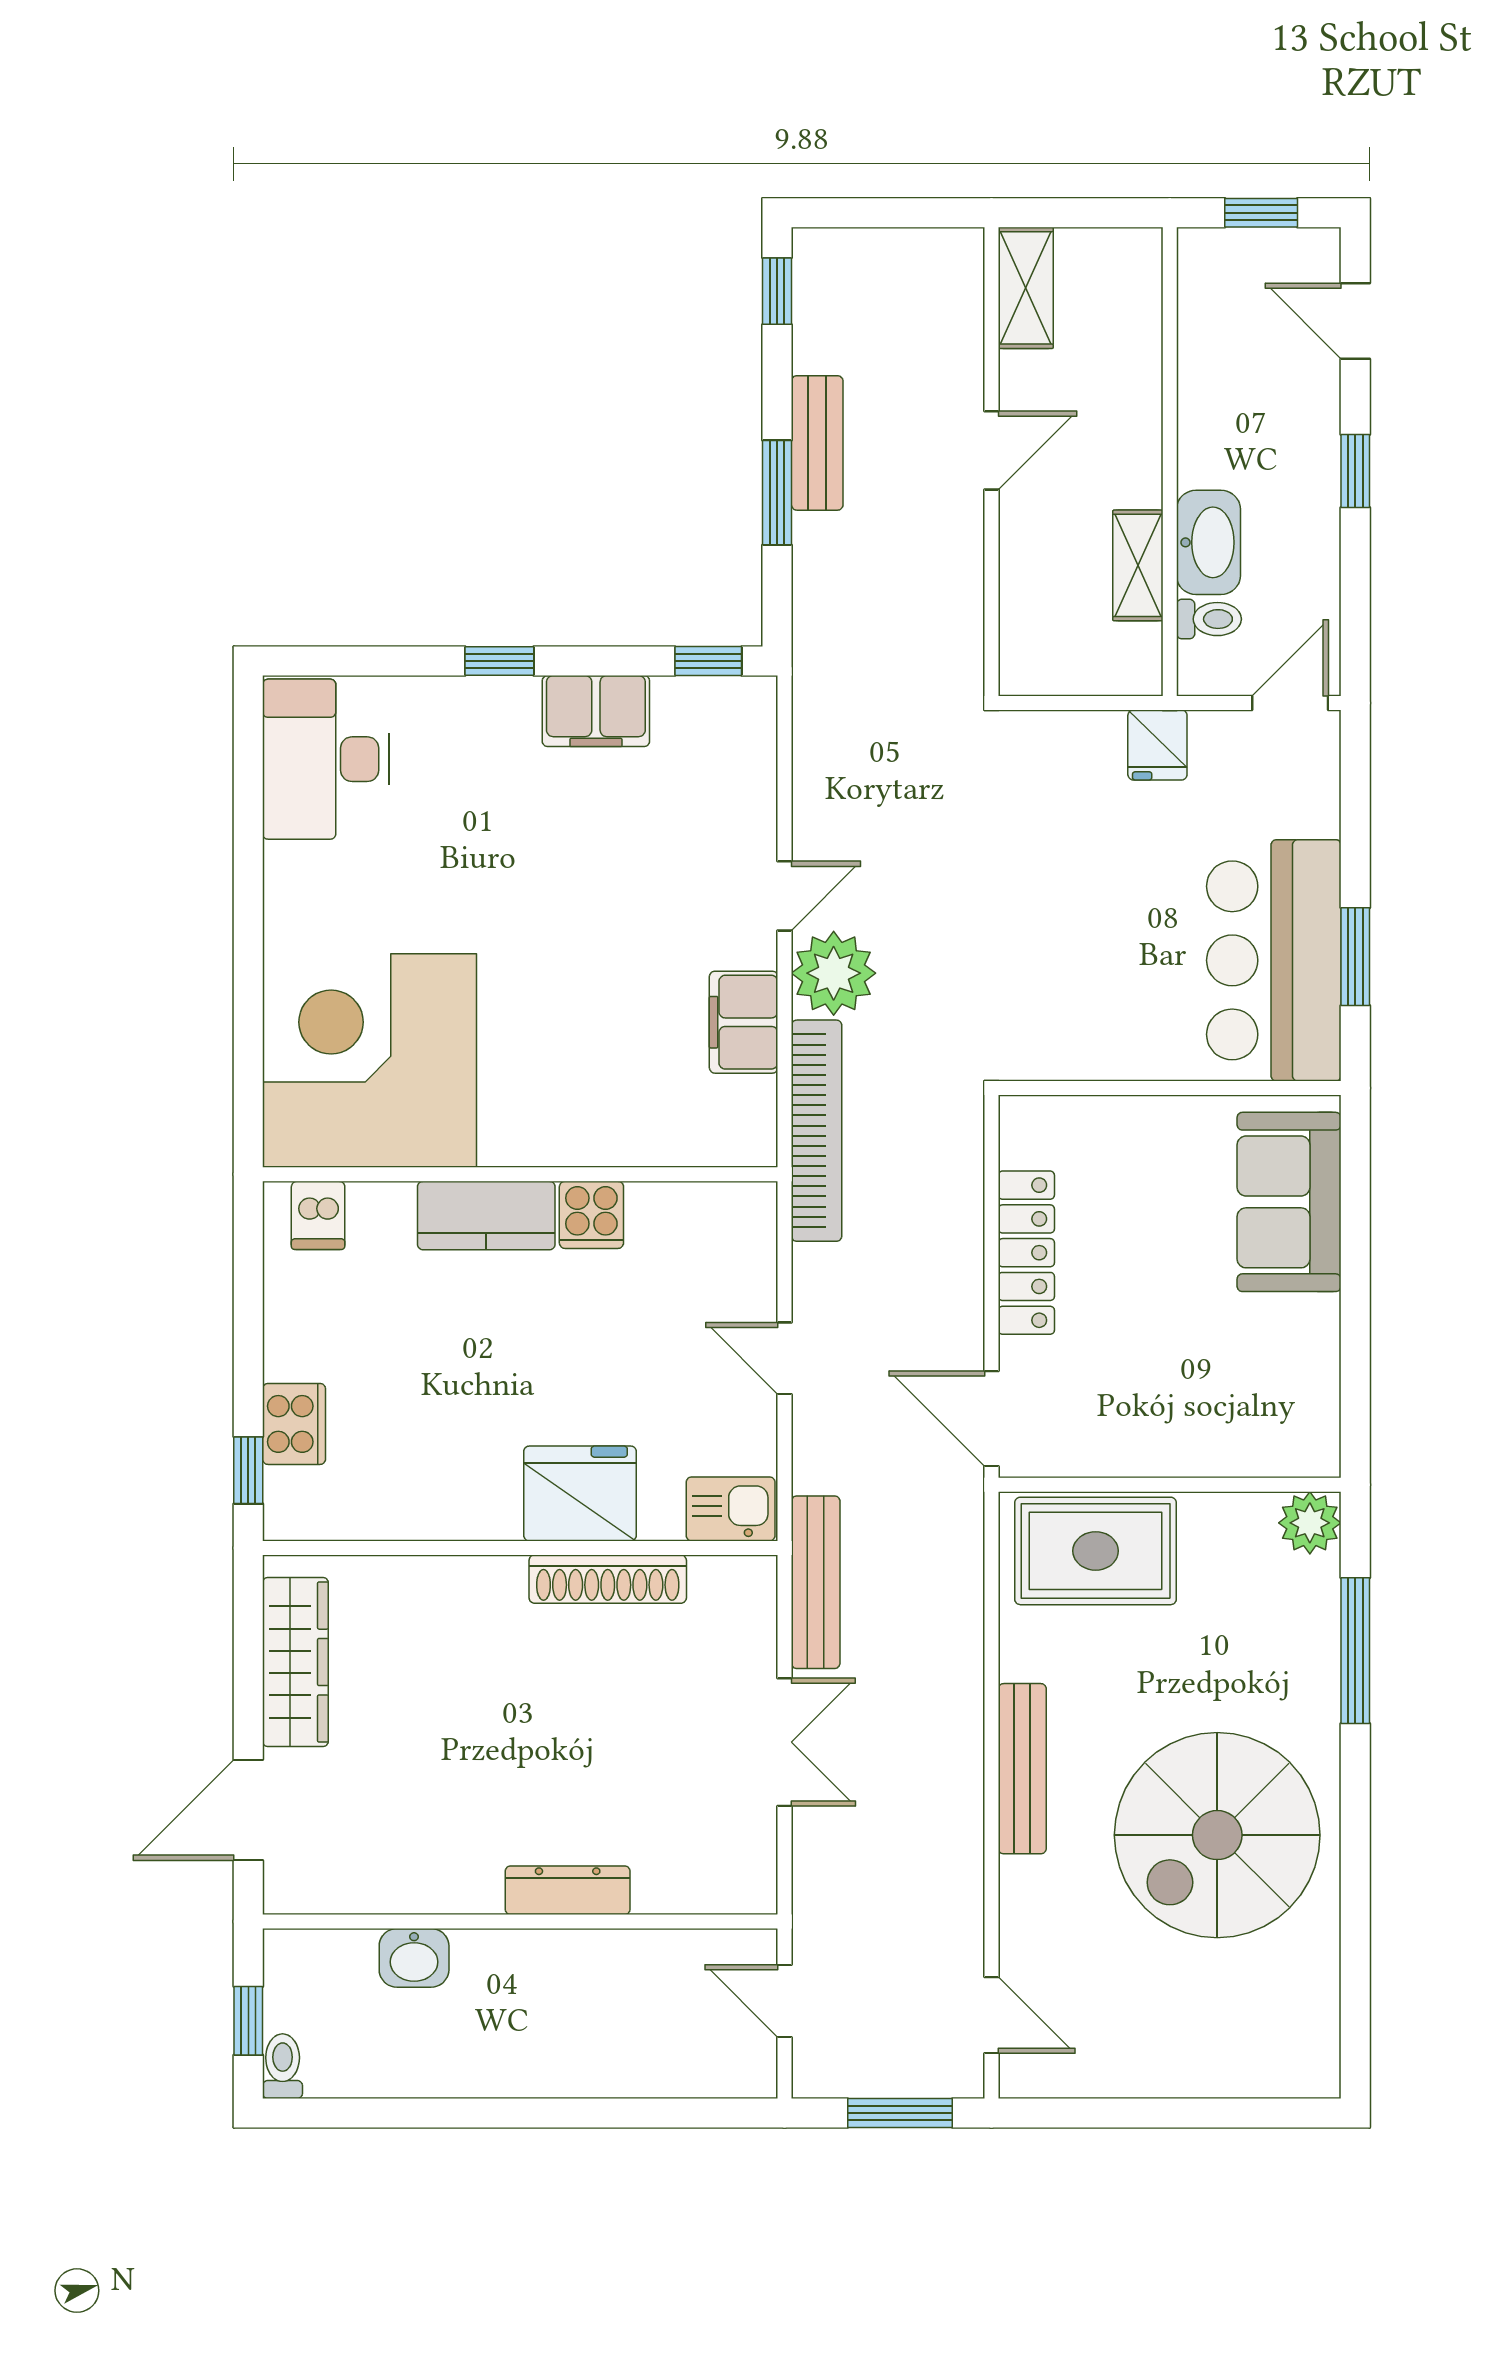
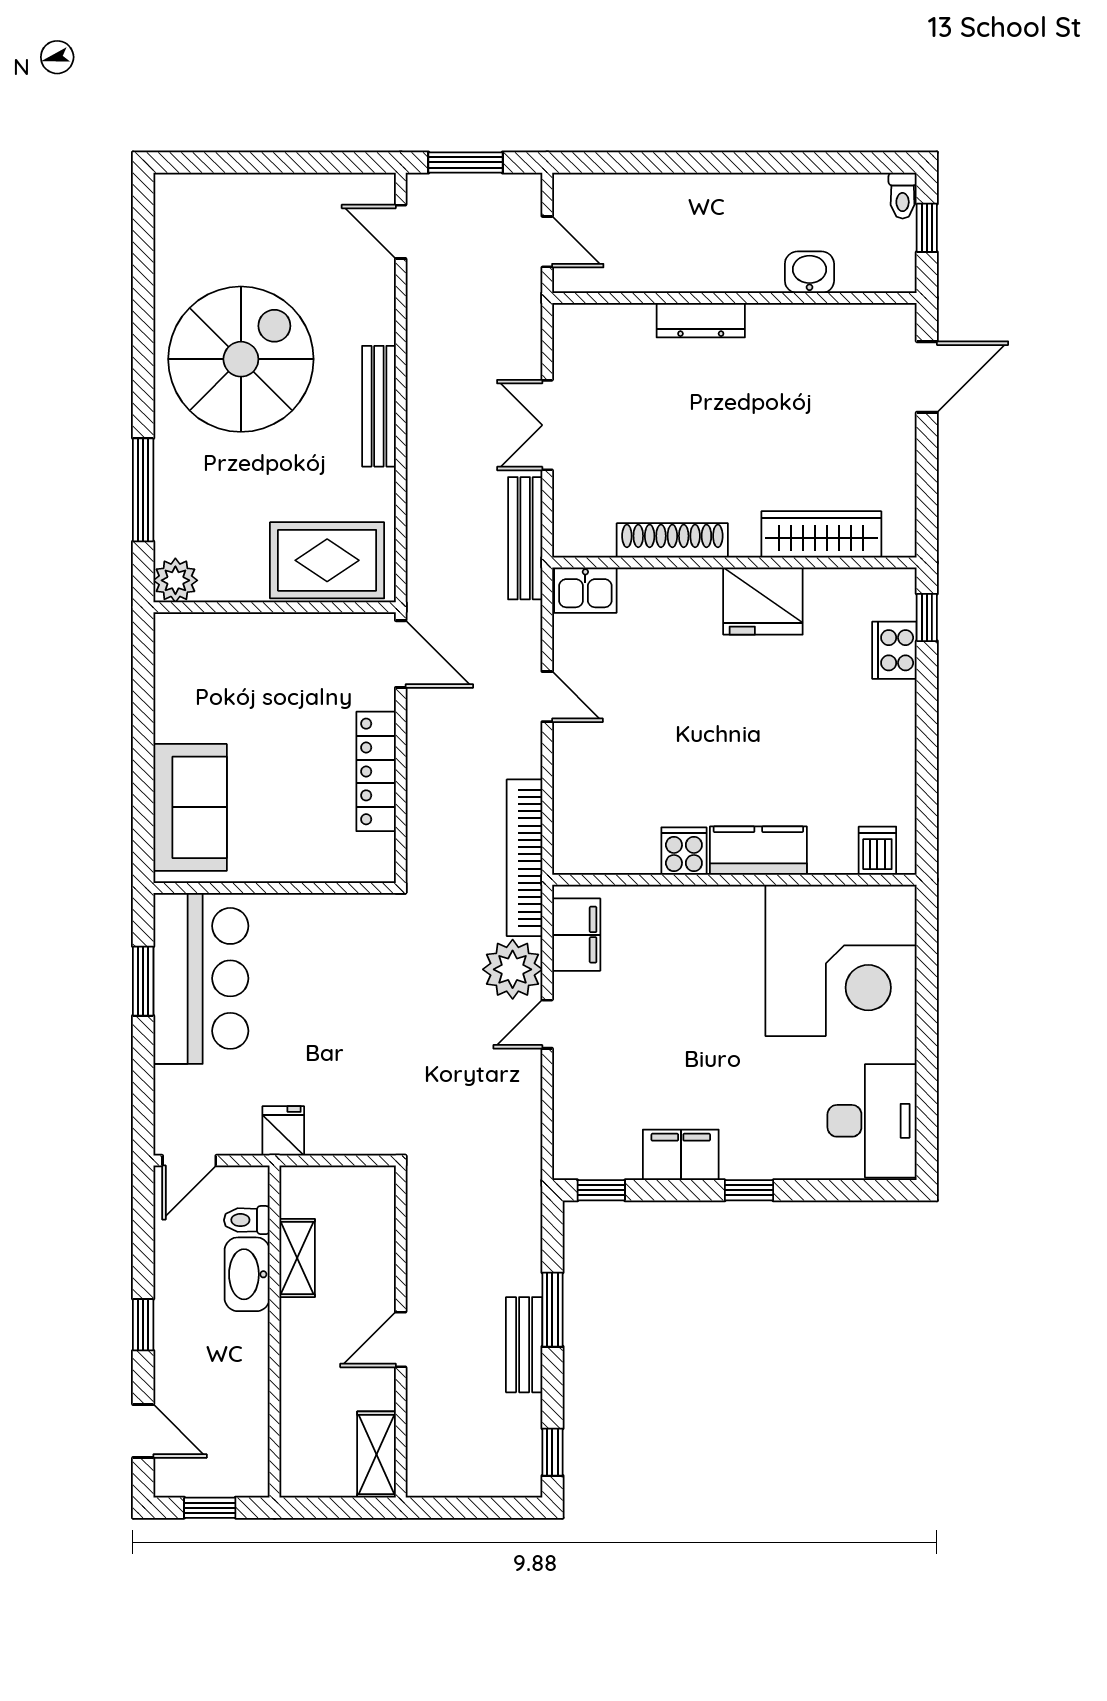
corner desk: (370, 1061) -> (841, 960), moved
wall: (520, 1174) -> (734, 880), moved
dishwasher: (318, 1215) -> (877, 851), moved
cooker: (591, 1215) -> (684, 851), moved
kitchen counter: (486, 1216) -> (758, 851), moved
fridge: (580, 1493) -> (763, 601), moved
wardrobe: (295, 1662) -> (821, 534), moved, turned 90

